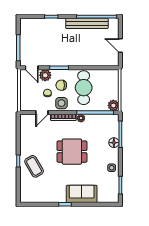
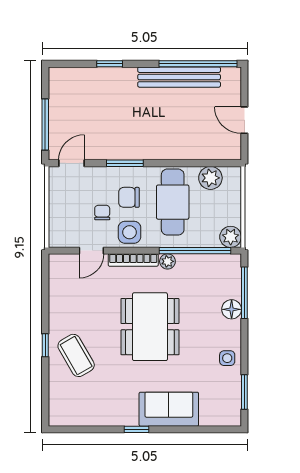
door: (32, 68) -> (71, 163), swing flipped
plant: (45, 75) -> (210, 178), moved
dining table: (72, 152) -> (150, 327), width x1.38

